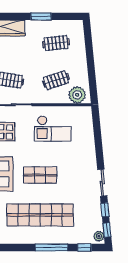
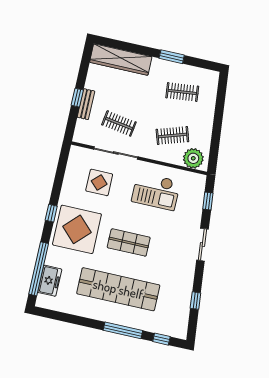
sliding door: (102, 183) -> (202, 245), moved
window: (107, 230) -> (208, 201), moved
plant: (99, 236) -> (181, 330), removed

